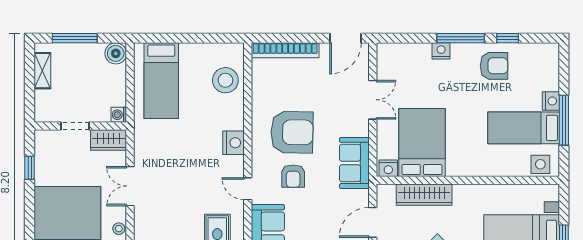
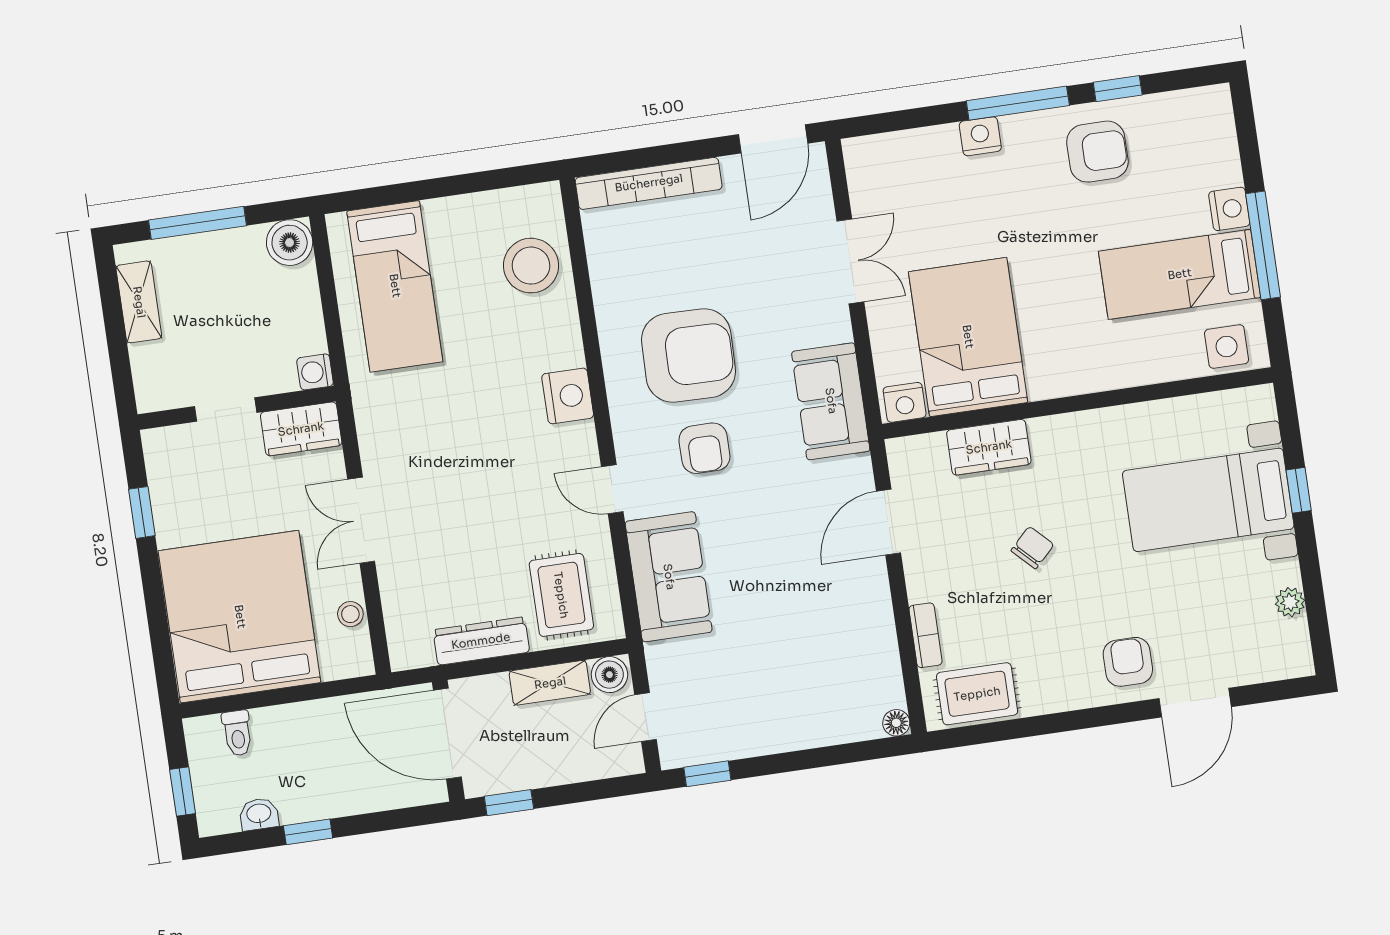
wardrobe: (424, 195) -> (989, 447), width x0.67

